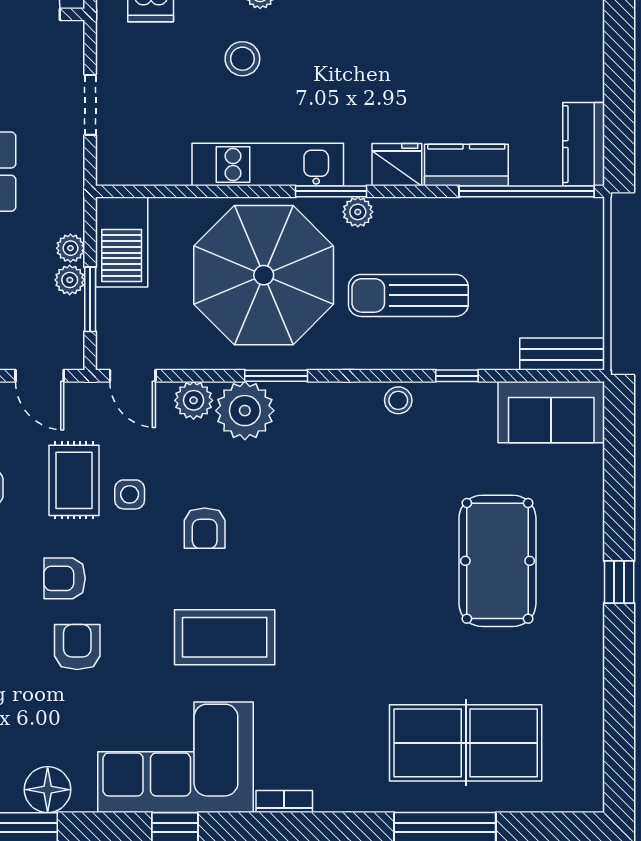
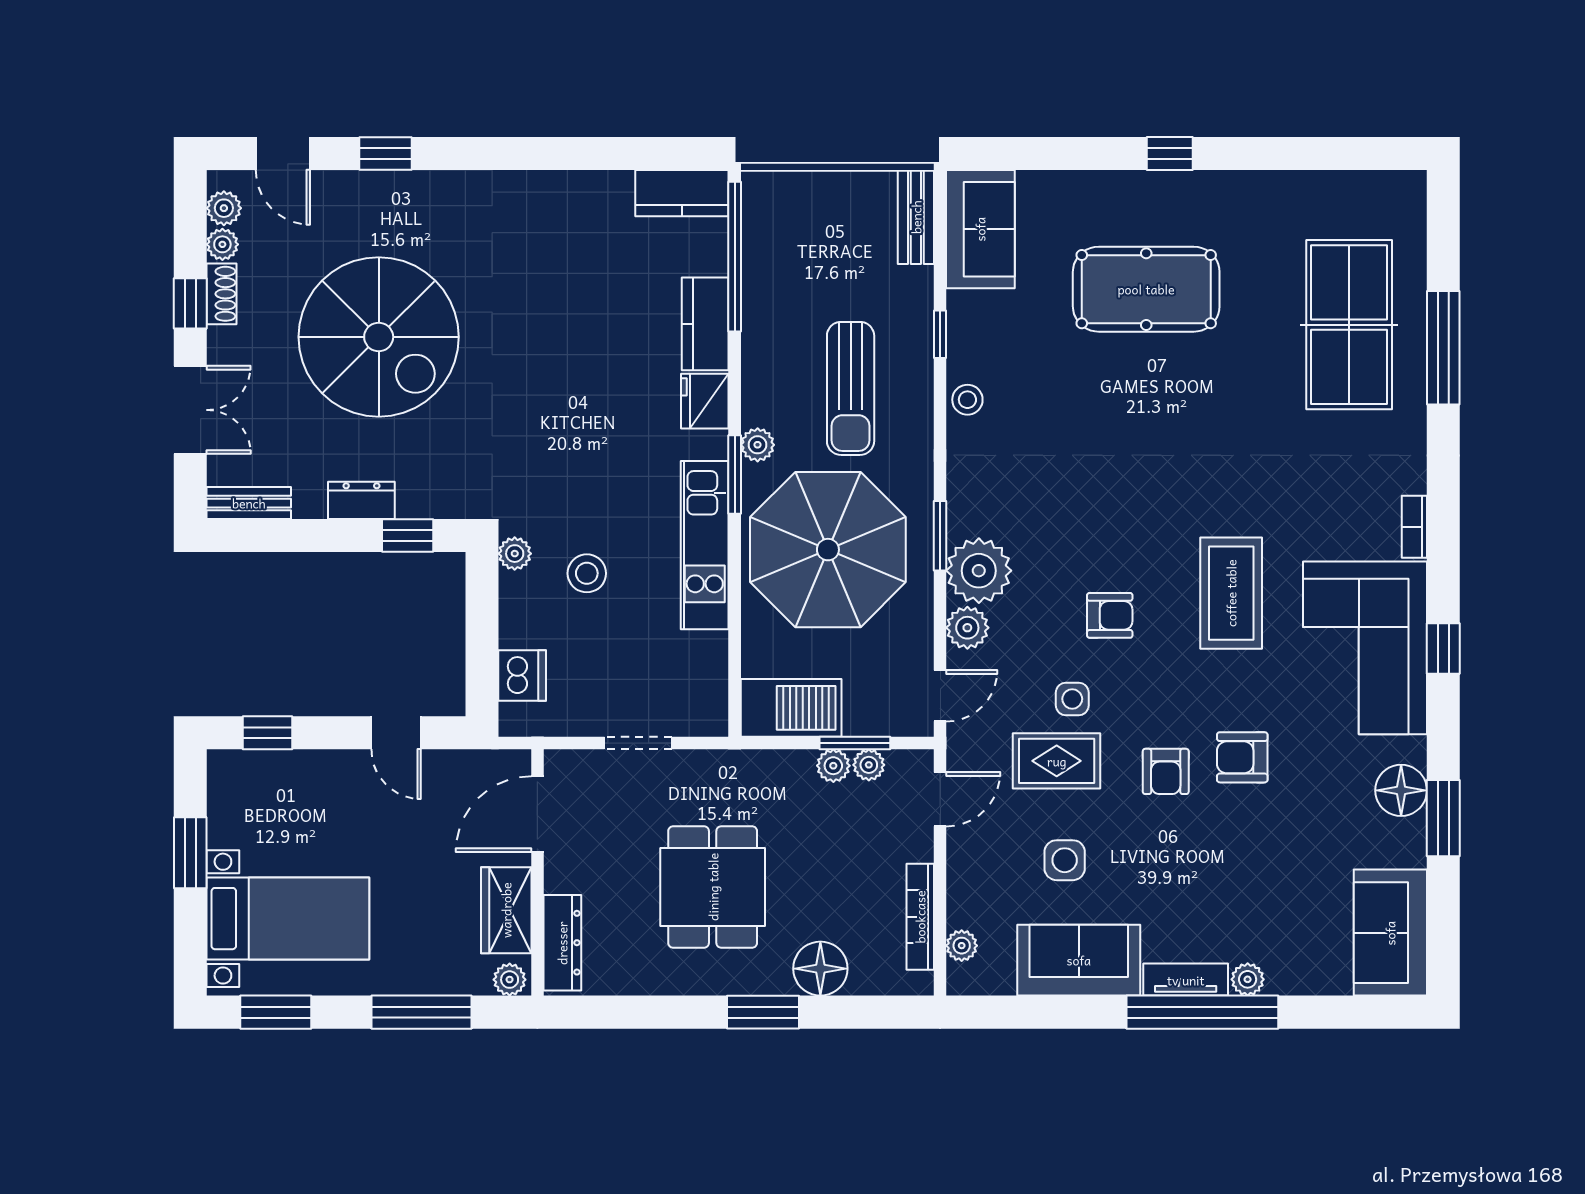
plant: (70, 248) -> (869, 765), moved

